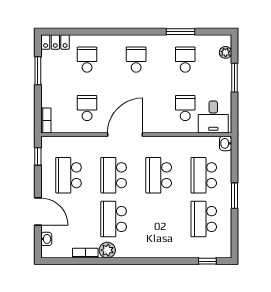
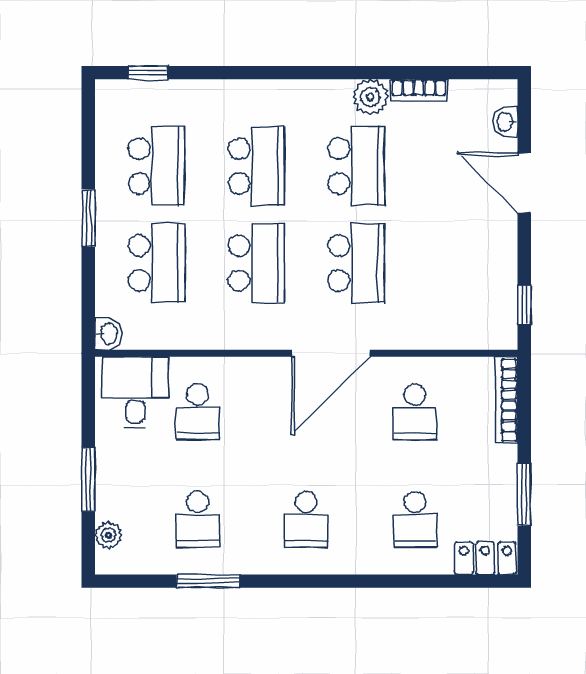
bookcase: (46, 120) -> (506, 400), width x1.56
school desk: (69, 175) -> (256, 166), moved

